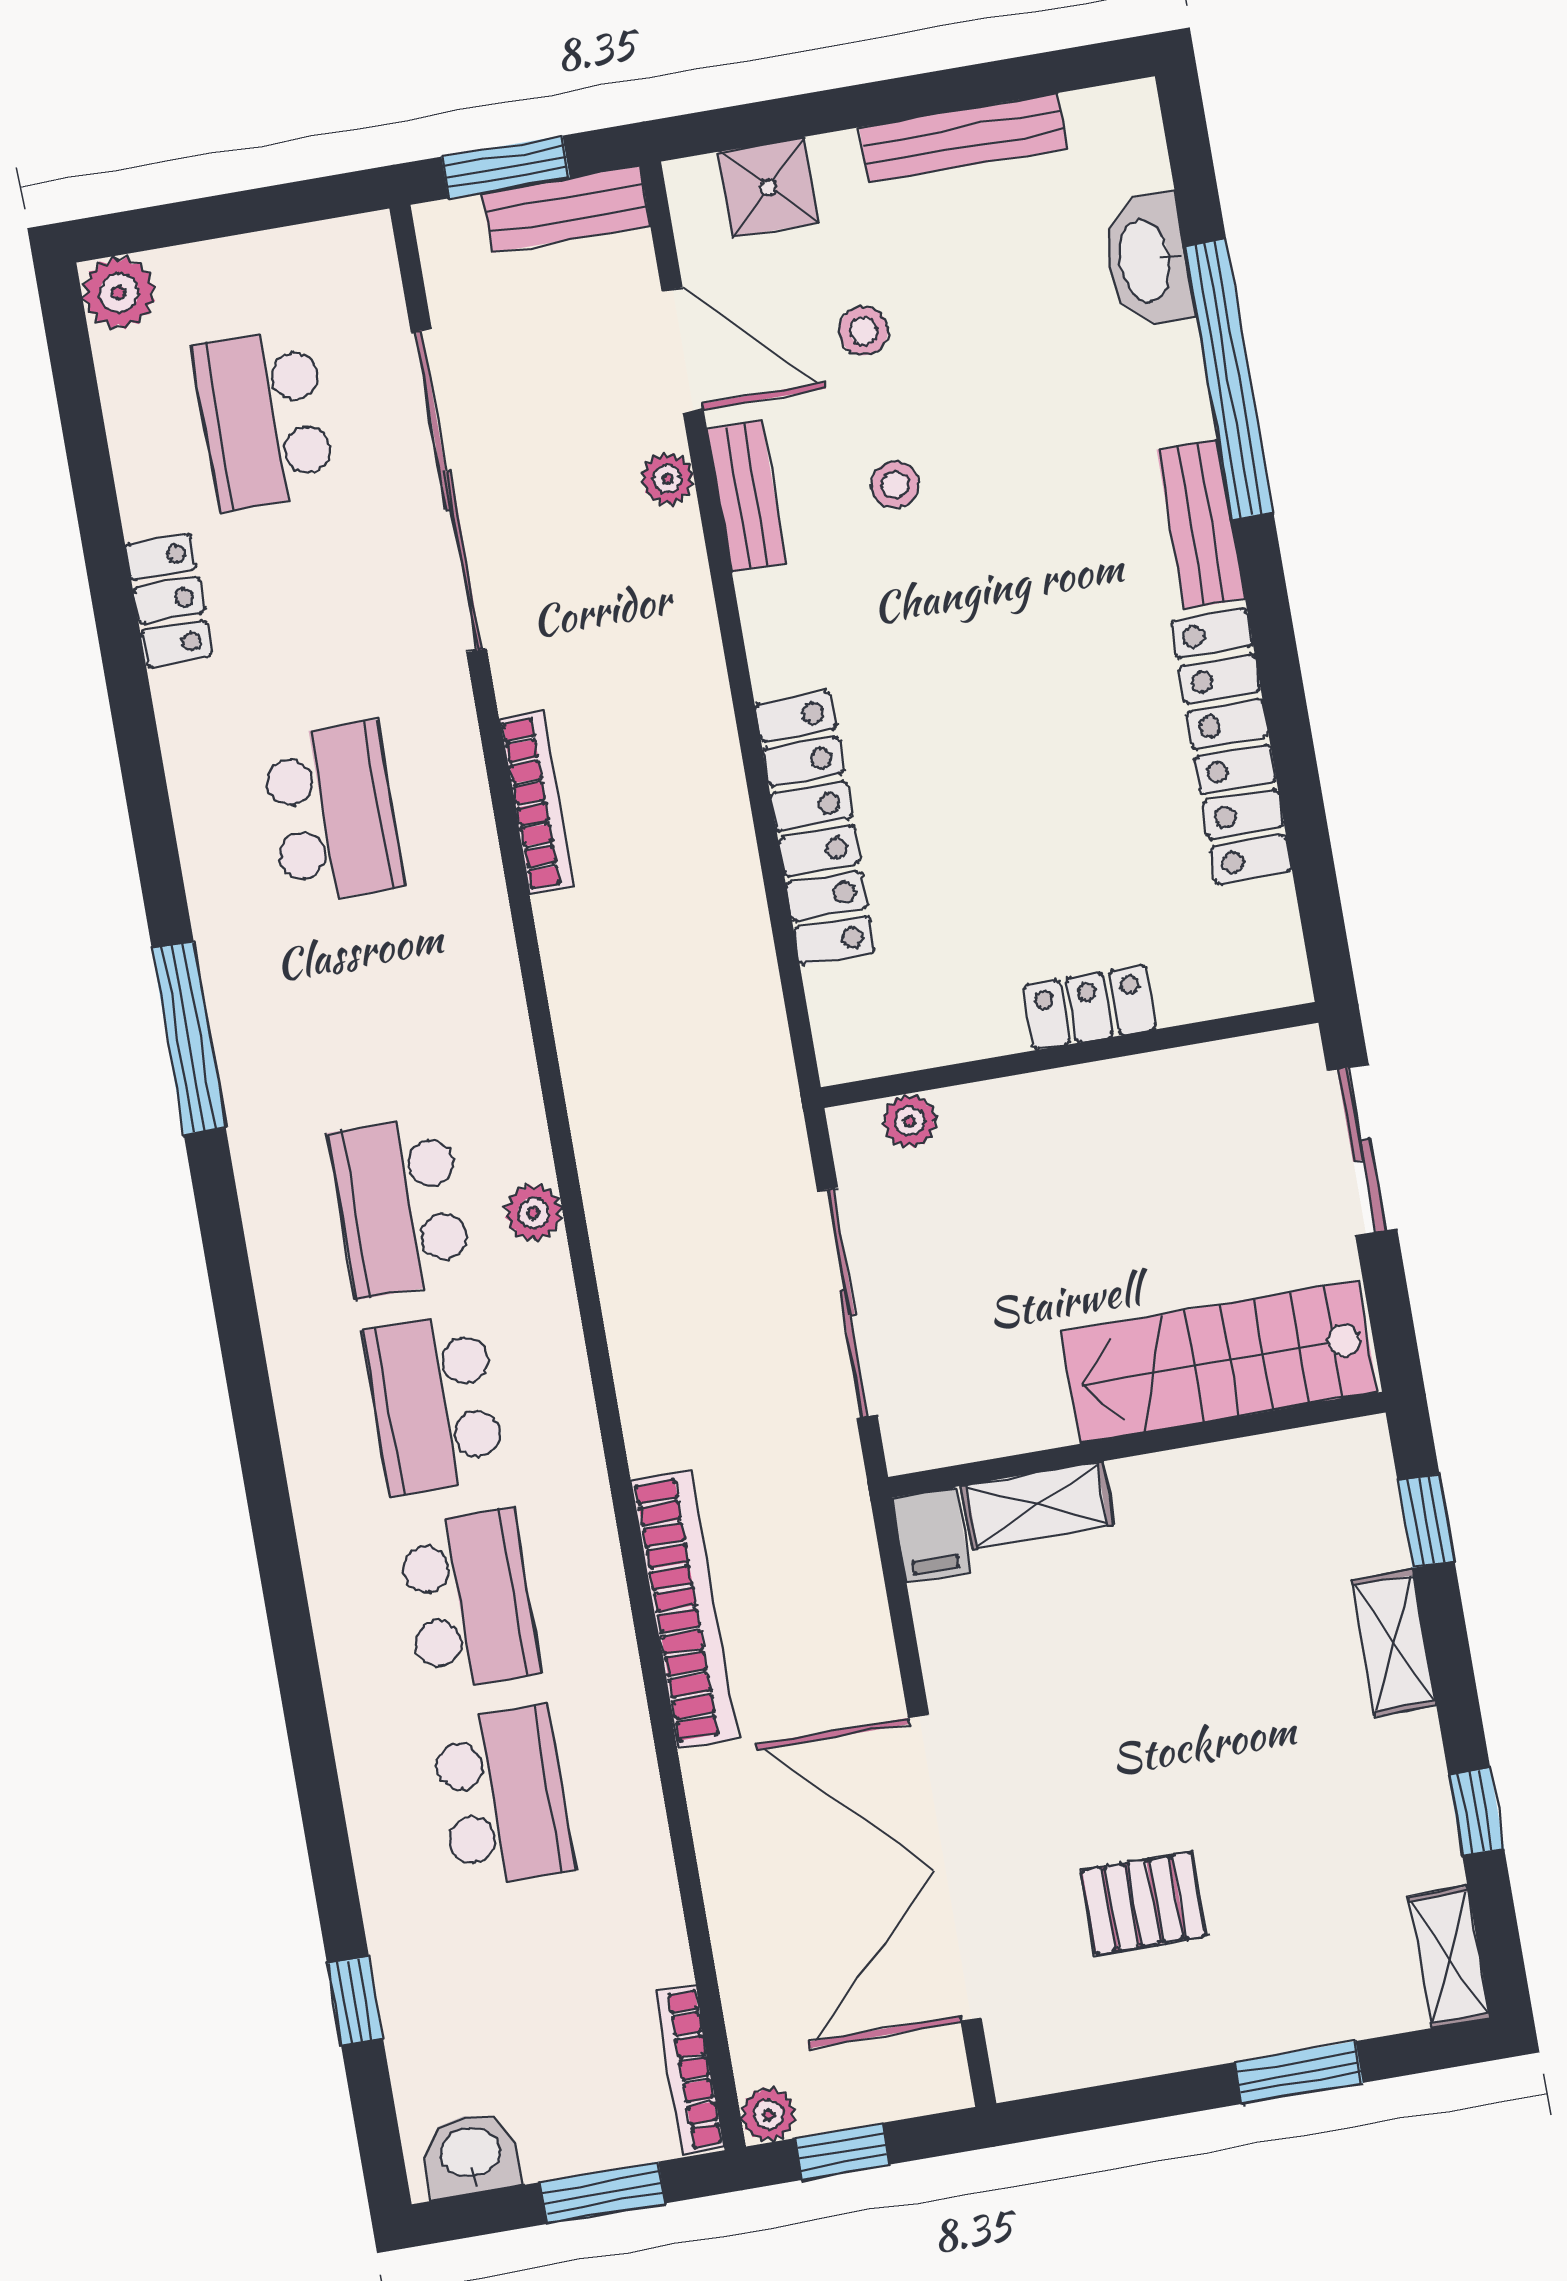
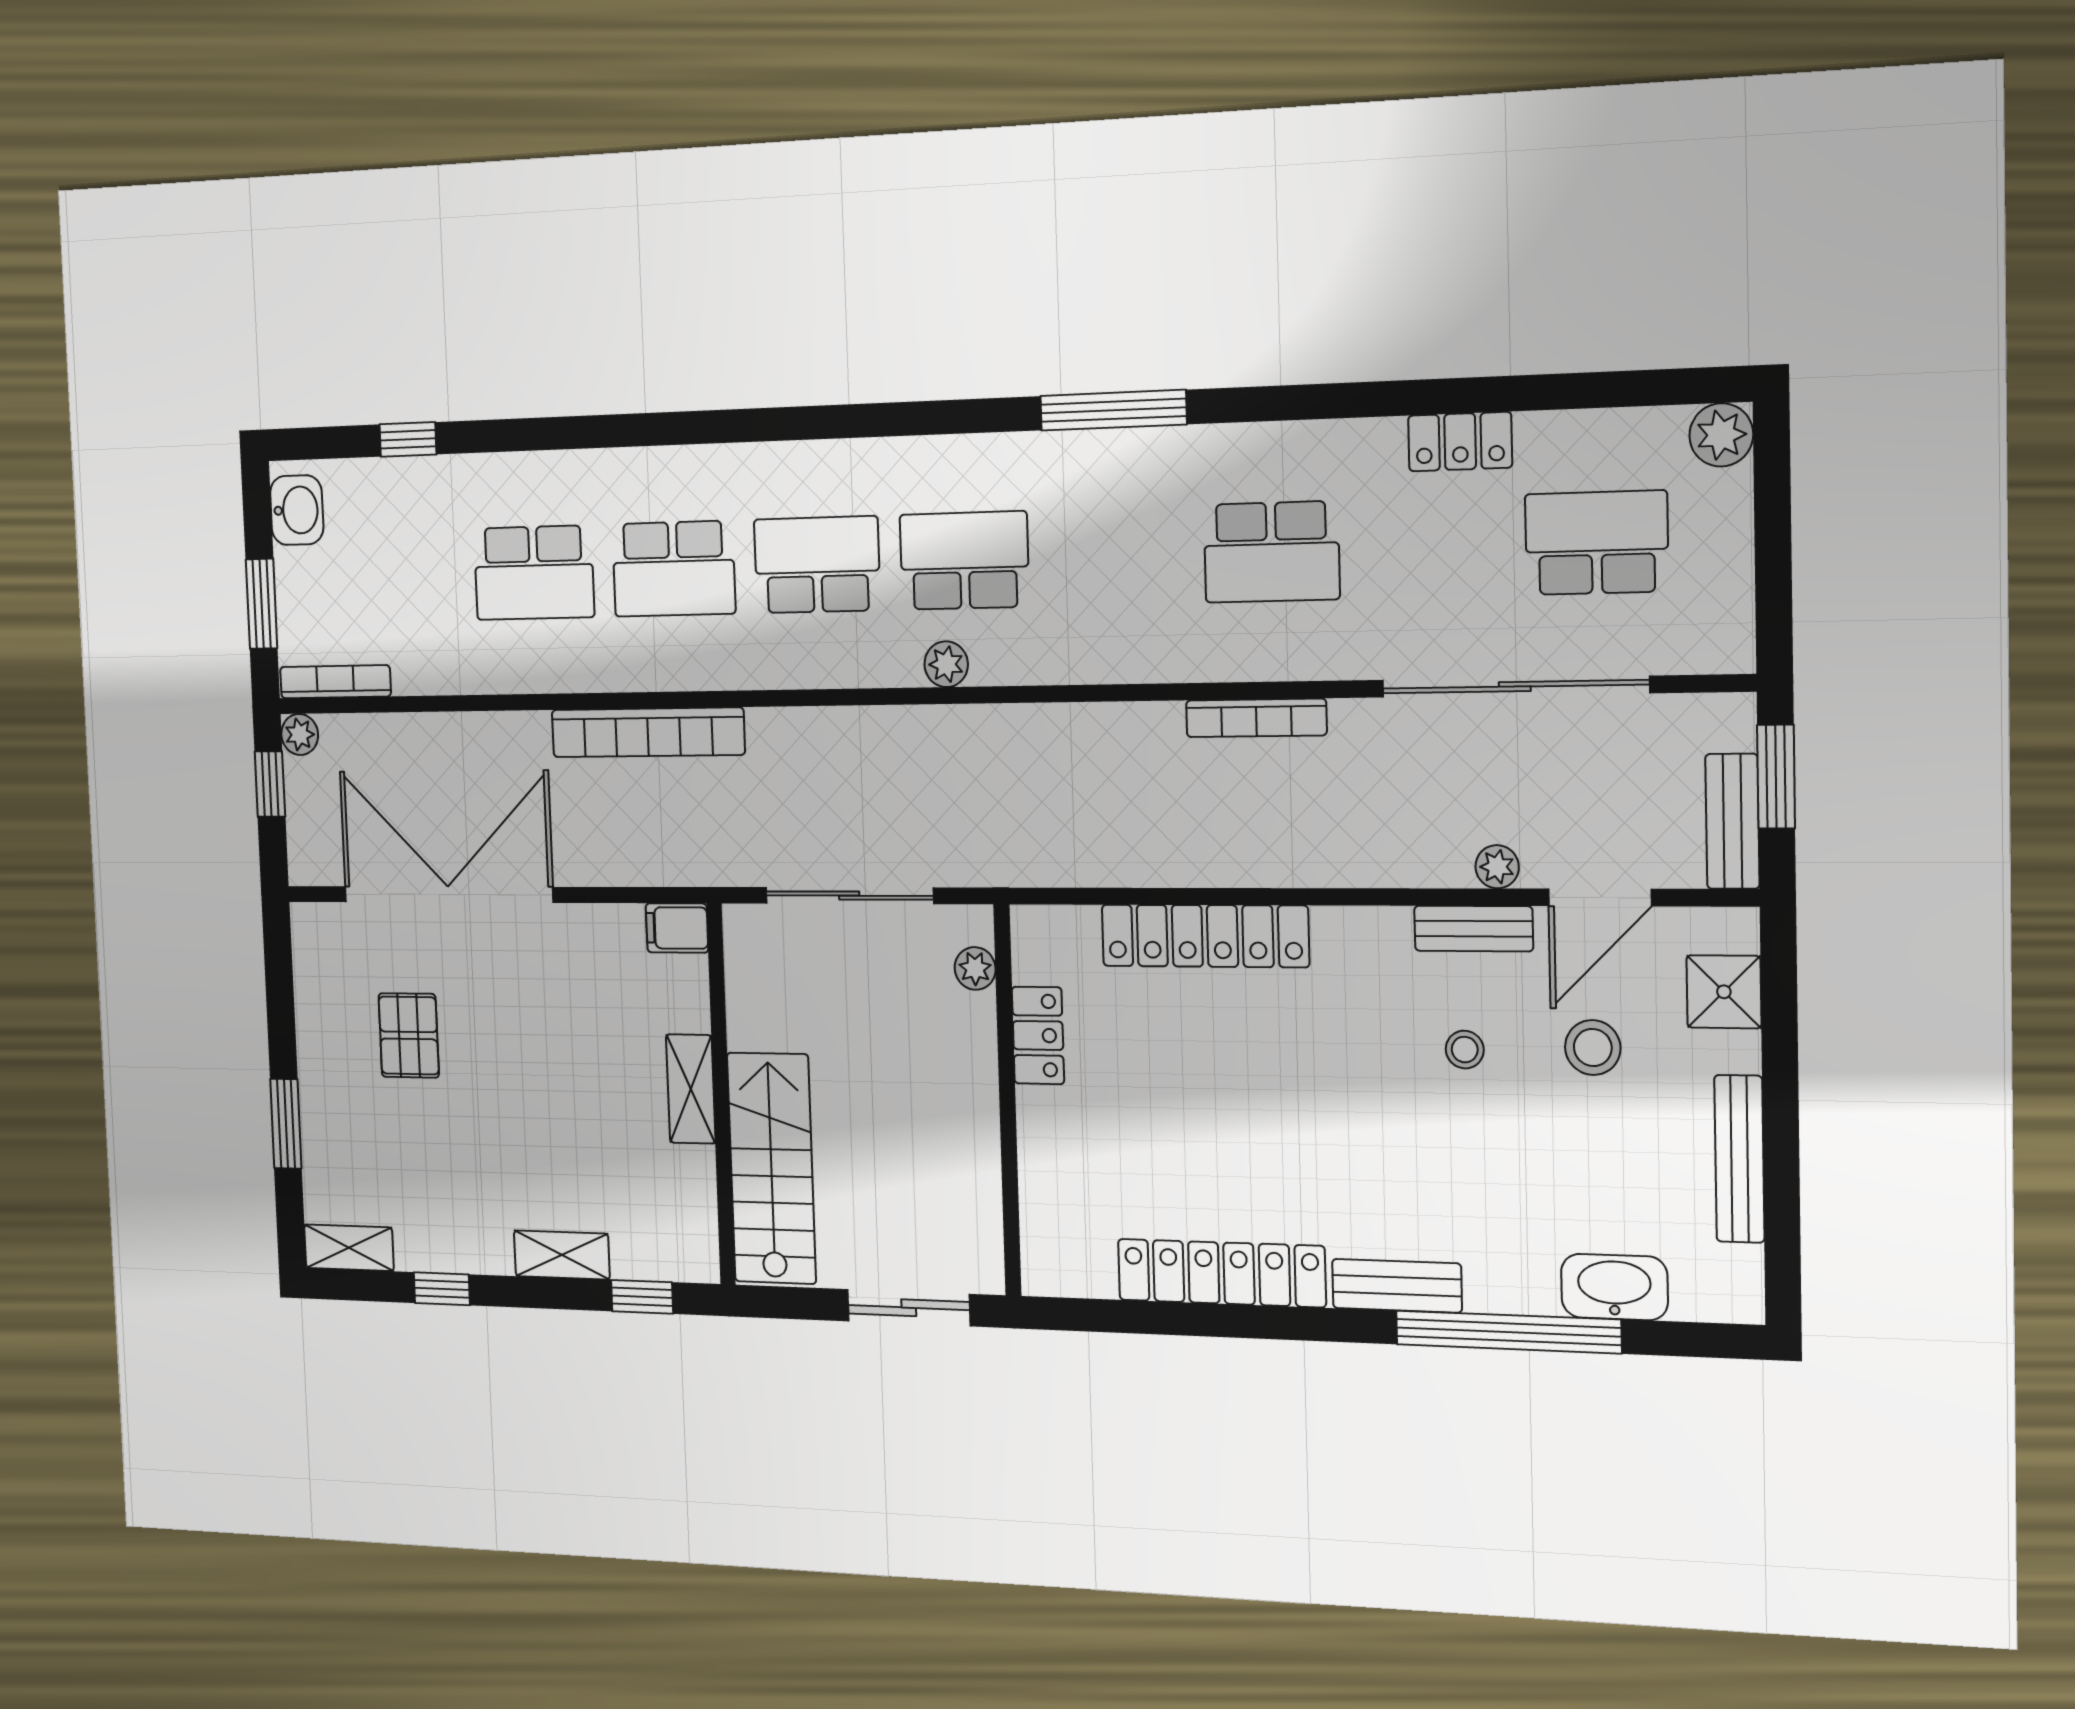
stool: (863, 331) -> (1593, 1048), width x1.37, depth x1.37
locker: (1089, 1007) -> (1038, 1035), moved
shelving: (1037, 1505) -> (691, 1089), moved

